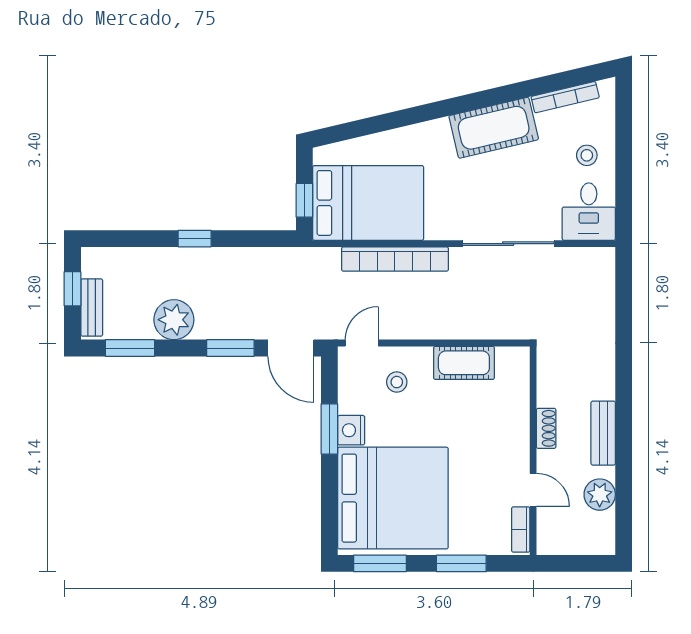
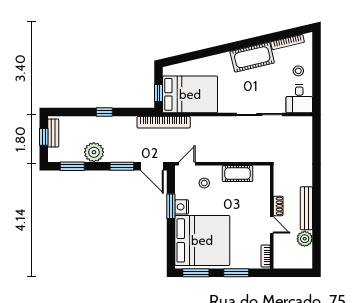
bookcase: (395, 259) -> (164, 122), moved
bench: (92, 308) -> (53, 133), moved
bench: (603, 433) -> (306, 208), width x1.36
door: (533, 490) -> (272, 225), moved

